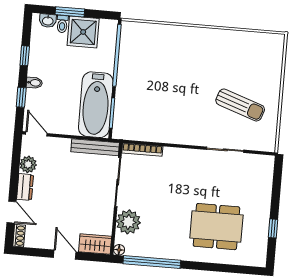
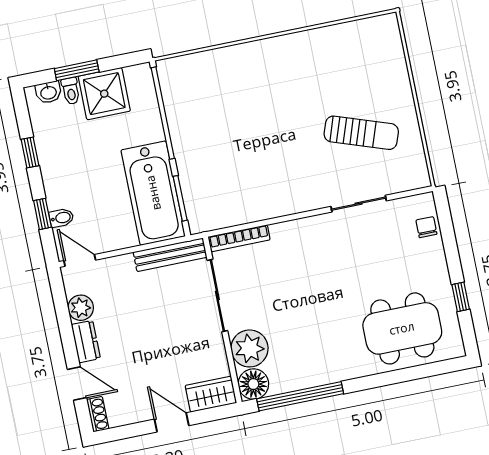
bidet: (34, 83) -> (61, 218), moved
chair: (264, 177) -> (426, 227), added
dining table: (216, 227) -> (402, 328), moved
floor lamp: (119, 250) -> (253, 384), width x1.89, depth x1.89

